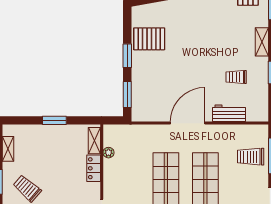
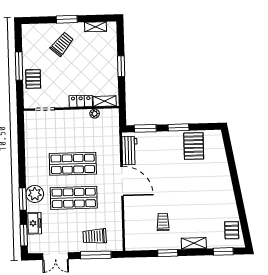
workbench: (229, 113) -> (130, 151), moved
trolley: (251, 157) -> (95, 236), turned -92

